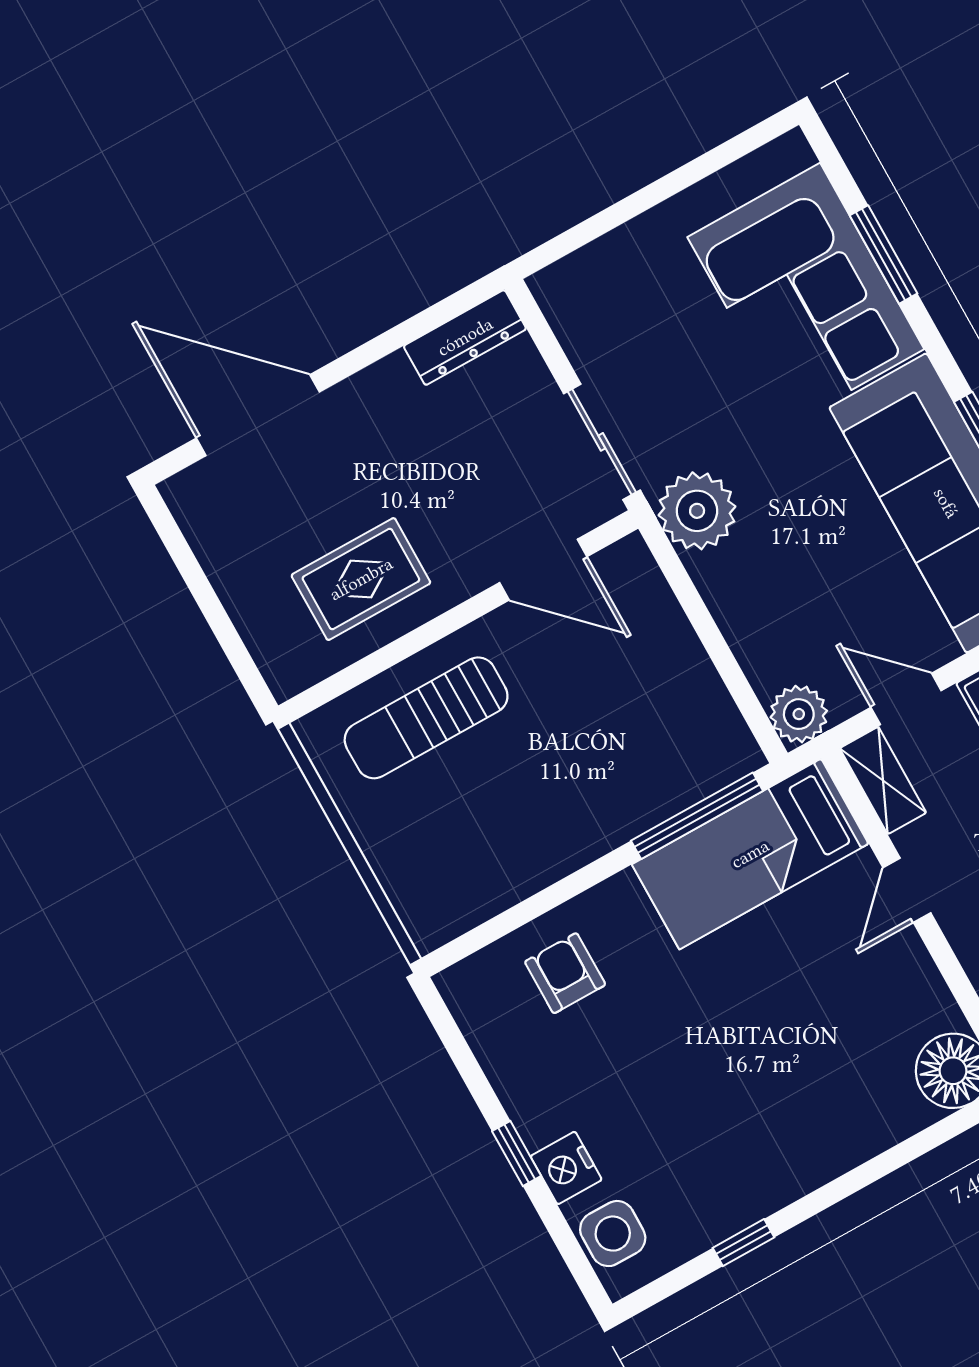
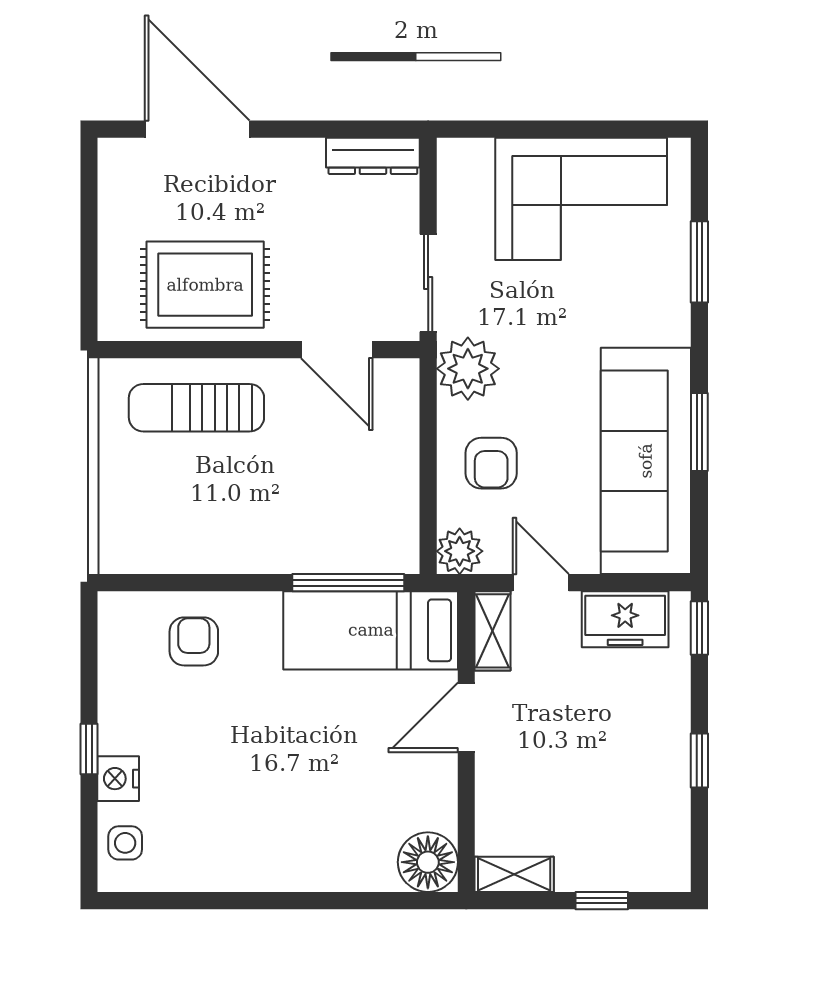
corner sofa: (806, 293) -> (581, 199), moved, turned -90
rug: (361, 579) -> (205, 285), width x1.36, depth x1.43
armchair: (780, 599) -> (491, 463), added
door: (907, 890) -> (466, 717), width x1.38
side table: (613, 1234) -> (125, 843), width x0.73, depth x0.73
window: (743, 1243) -> (213, 901), removed

